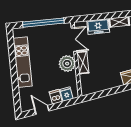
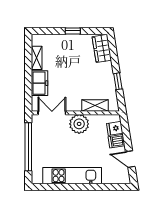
shelving: (83, 63) -> (95, 105), moved
window: (107, 93) -> (118, 81), added
door: (42, 110) -> (130, 159), hinge flipped

